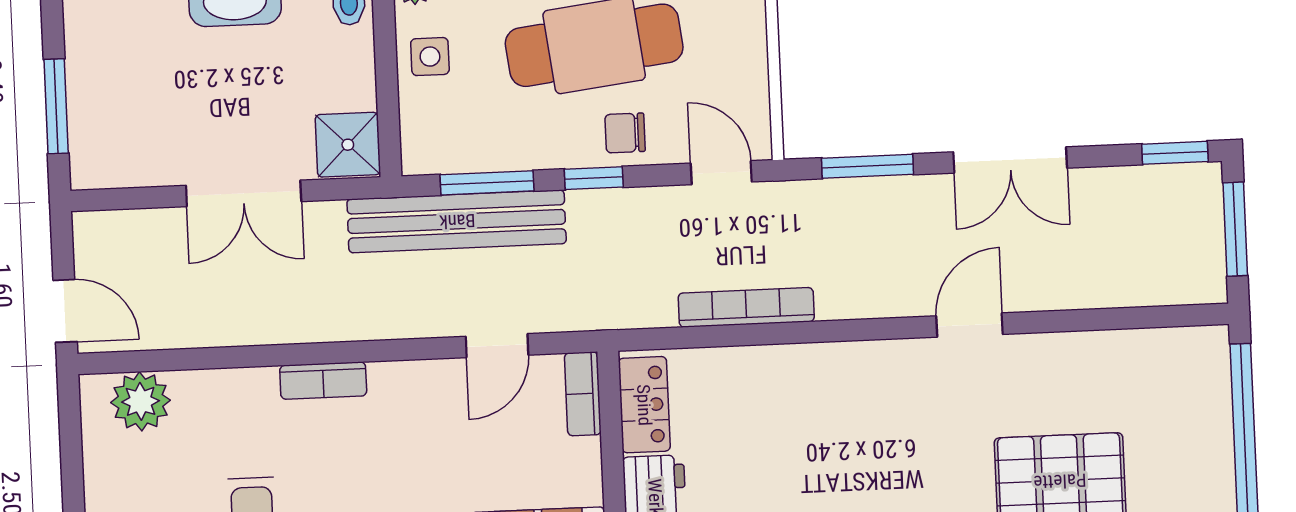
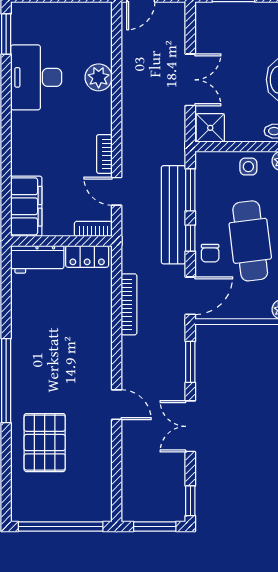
chair: (625, 133) -> (210, 253), turned 180
door: (721, 173) -> (190, 296), width x1.38
double door: (244, 193) -> (190, 80), swing flipped
bench: (457, 221) -> (174, 215), moved
bookcase: (323, 381) -> (104, 154), moved
plant: (141, 401) -> (99, 77), moved

